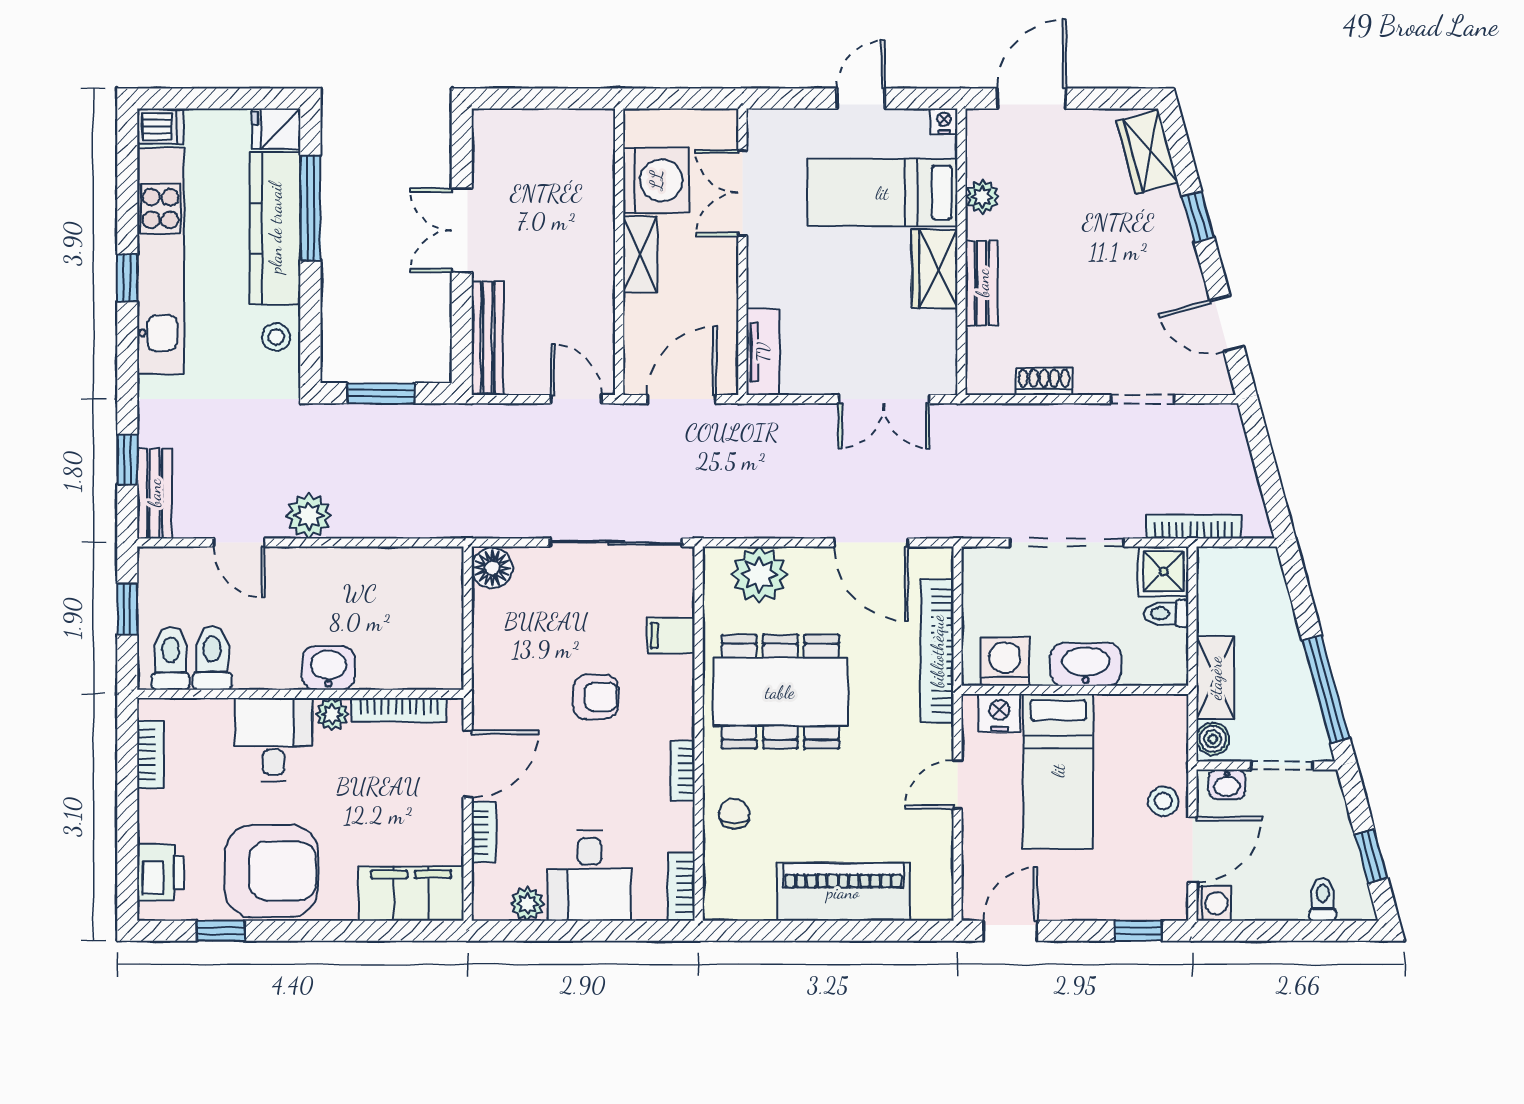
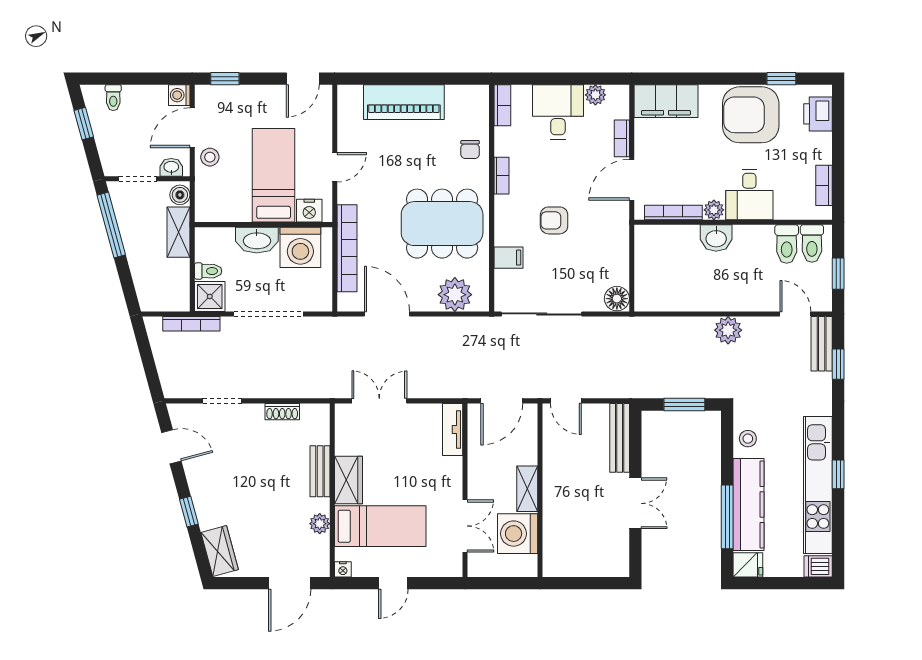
door: (239, 543) -> (795, 314), moved
washing machine: (1005, 661) -> (300, 247), width x1.37, depth x1.37

